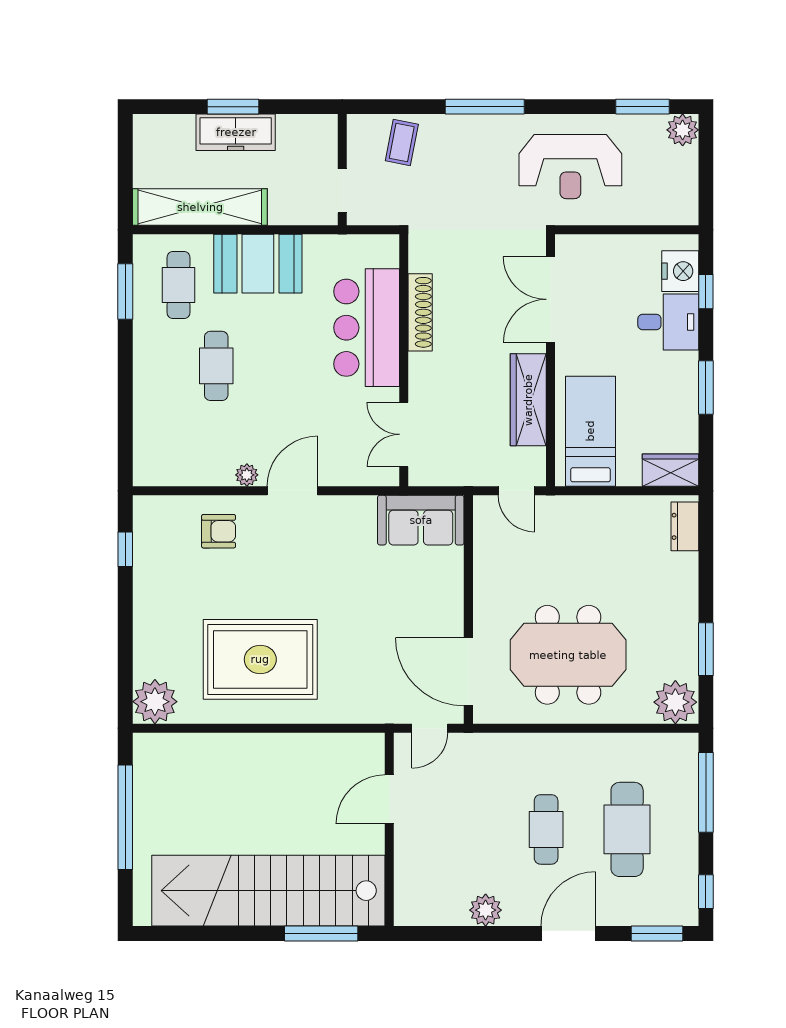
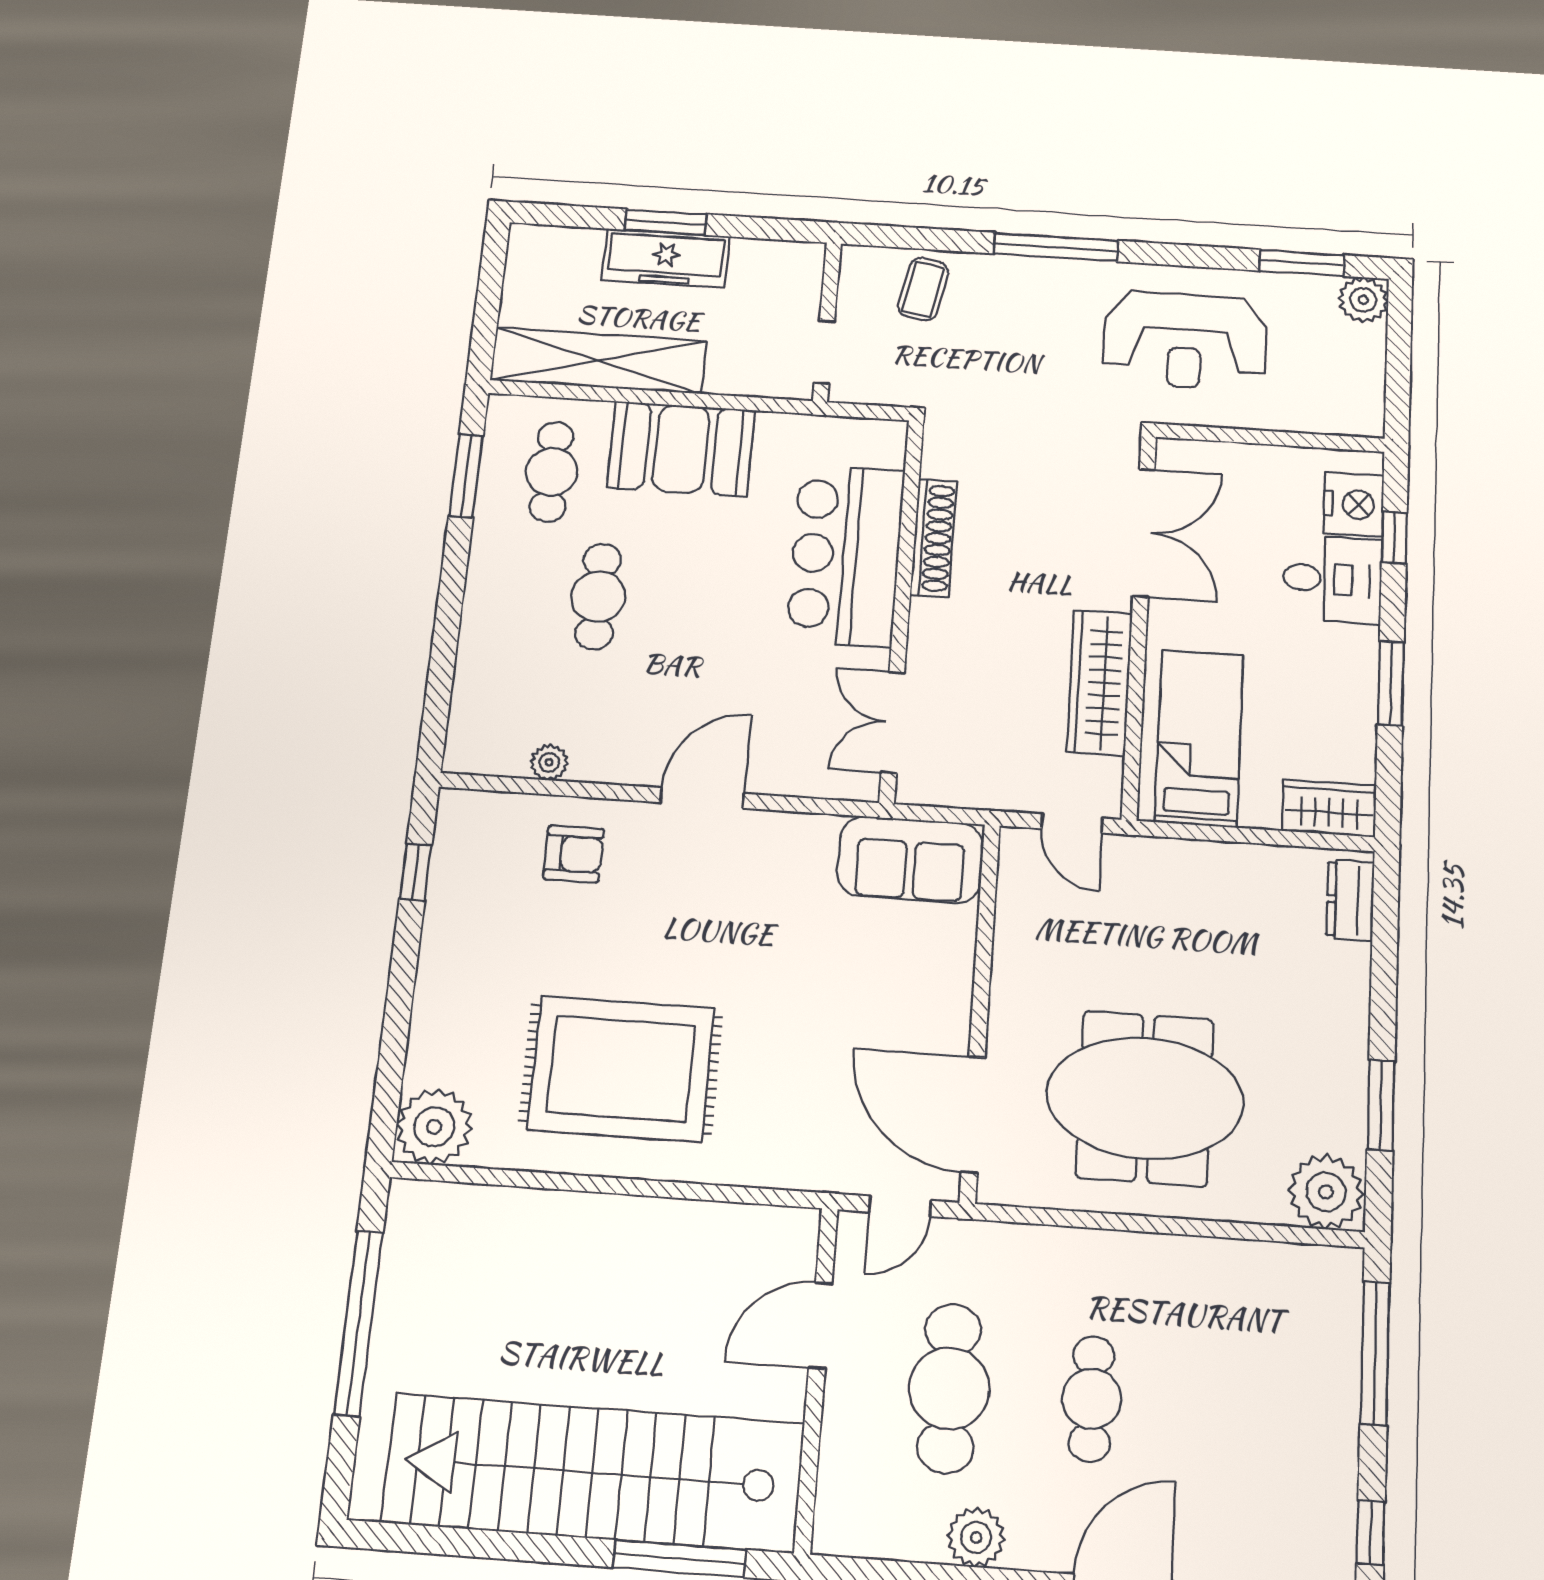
double door: (550, 299) -> (1144, 533), swing flipped
plant: (247, 475) -> (549, 762), moved
cafe table: (627, 829) -> (949, 1388), moved

